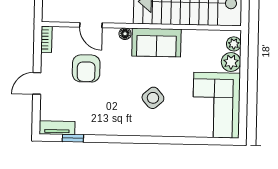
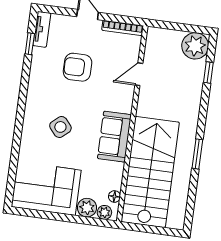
floor lamp: (125, 34) -> (114, 196), moved
bookcase: (46, 39) -> (123, 28), width x1.56
armchair: (86, 68) -> (78, 67), moved

